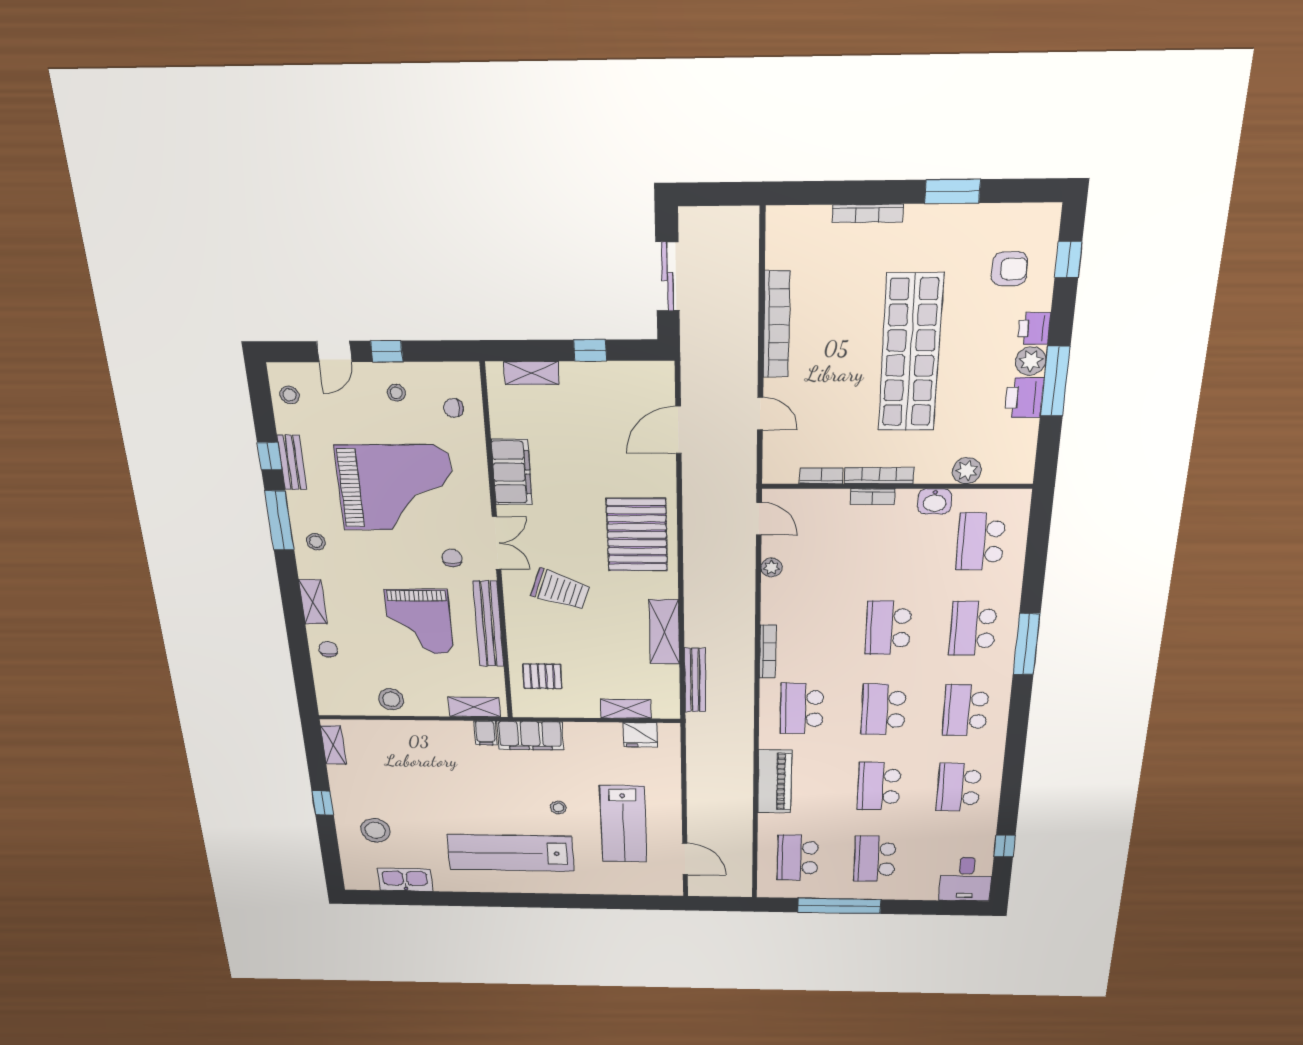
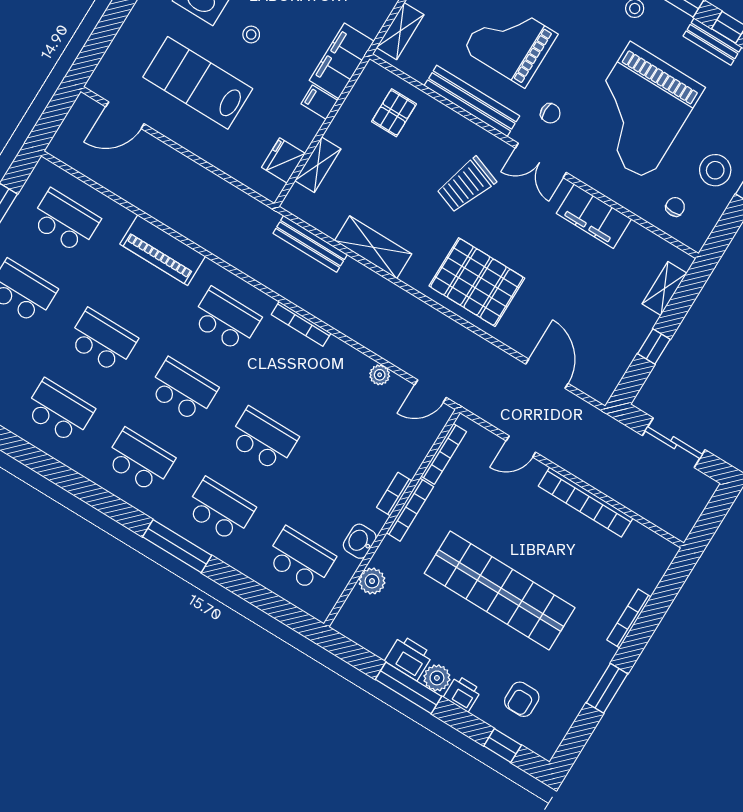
stool: (396, 393) -> (715, 170), width x1.89, depth x1.89
bookcase: (821, 476) -> (444, 454), width x1.56
filing cabinet: (485, 733) -> (319, 102), moved

